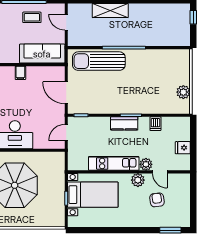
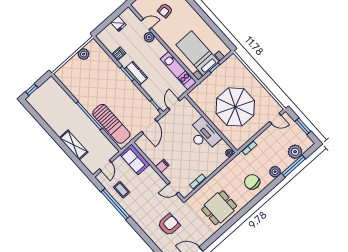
sofa: (42, 54) -> (135, 159), width x0.73
door: (66, 133) -> (174, 104), swing flipped
kitchen unit: (114, 163) -> (178, 71), moved
door: (160, 172) -> (146, 24), hinge flipped
plant: (138, 180) -> (163, 33), removed

